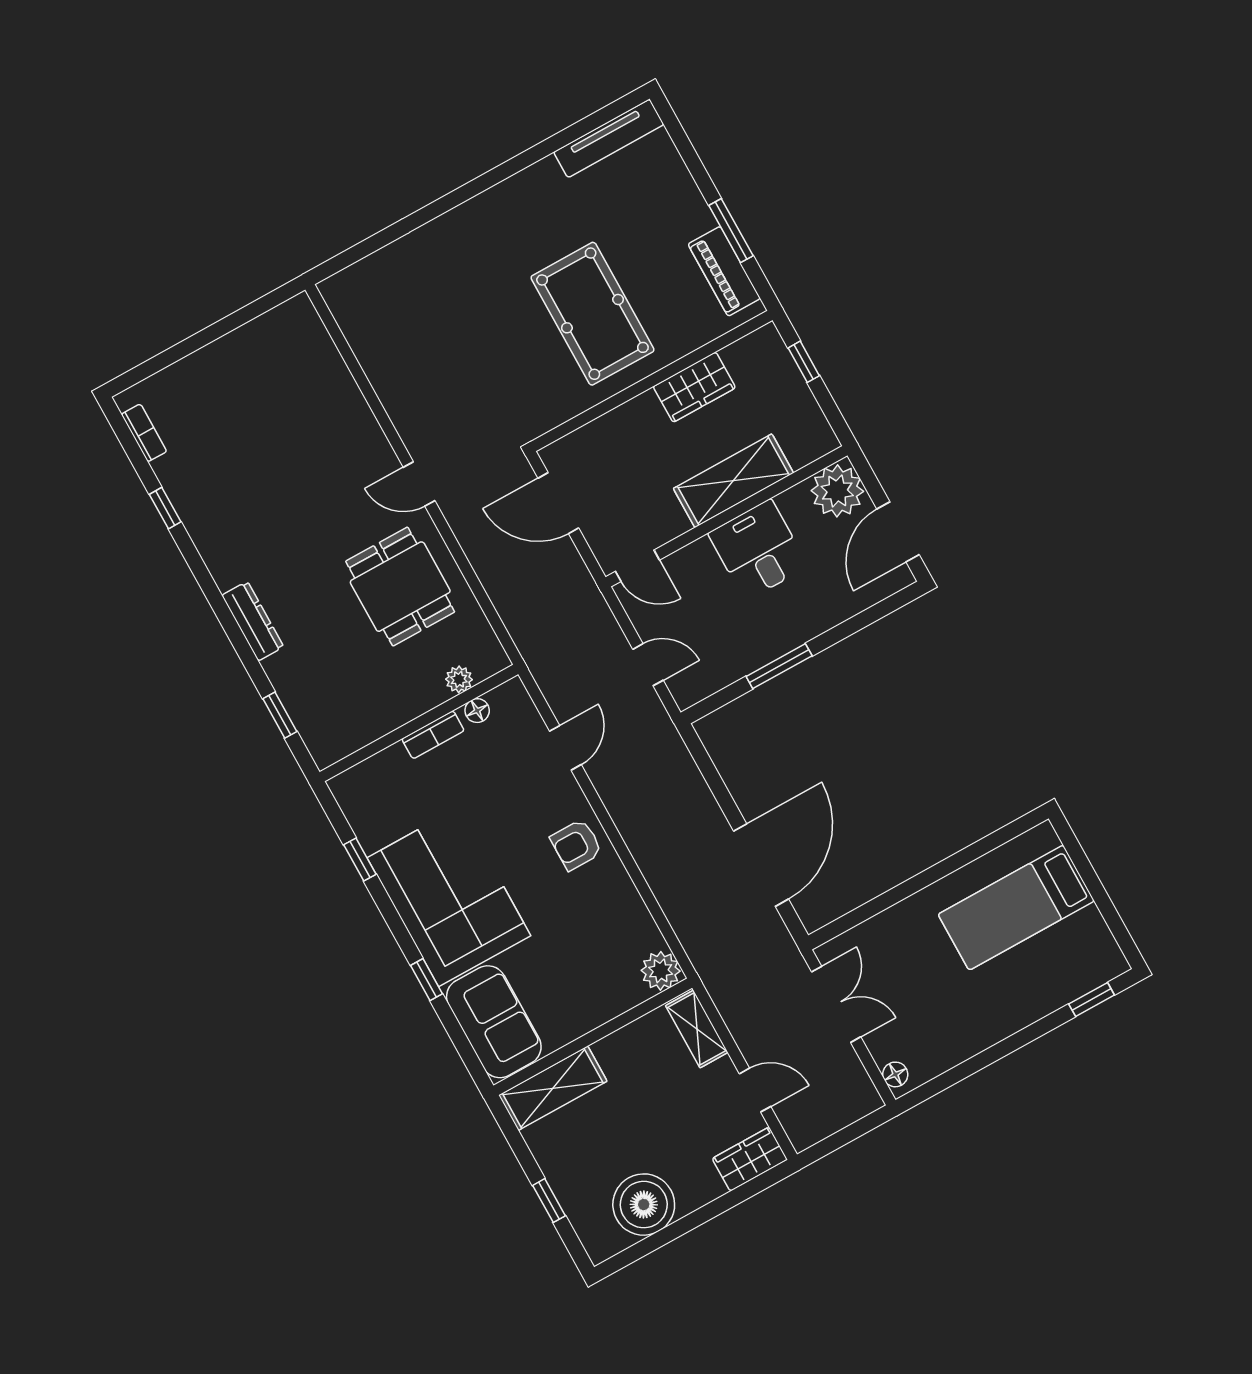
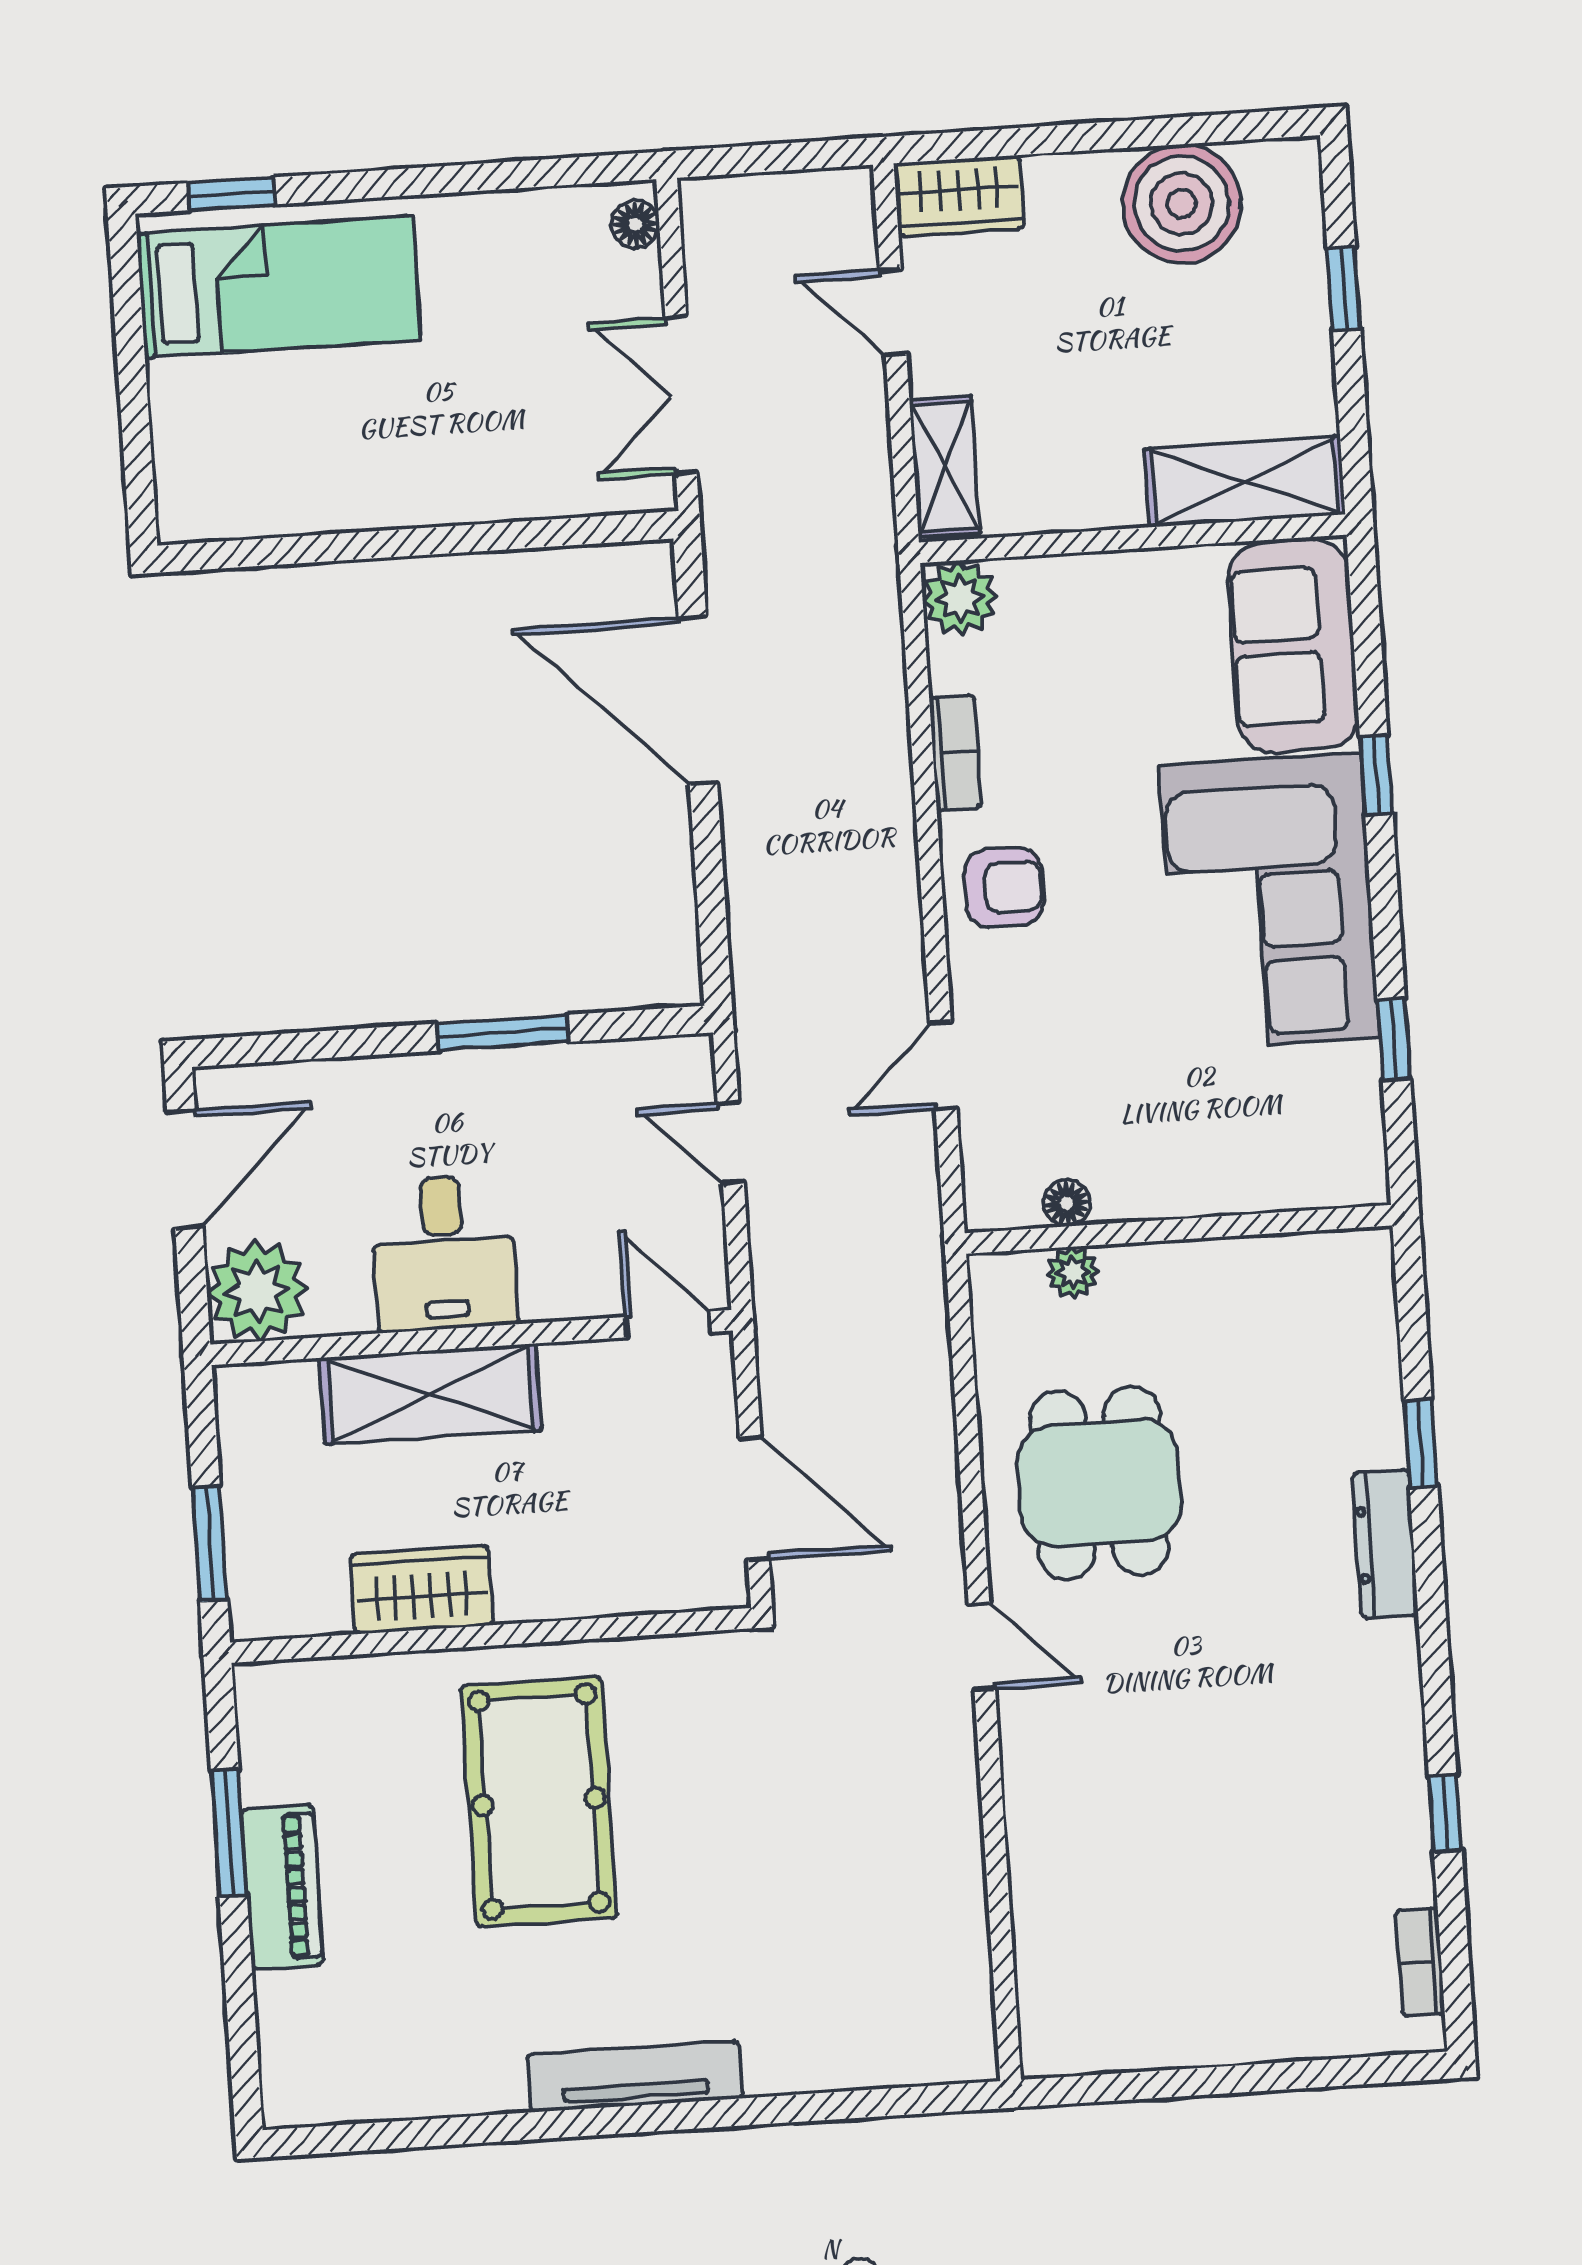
tv unit: (609, 138) -> (635, 2077), moved
piano: (724, 271) -> (282, 1887), moved
window: (804, 362) -> (210, 1544), width x1.50
window: (280, 715) -> (1421, 1443), moved
bookcase: (433, 735) -> (955, 752), moved, turned 90
door: (761, 865) -> (698, 700), hinge flipped
bed: (1016, 908) -> (279, 287), moved

